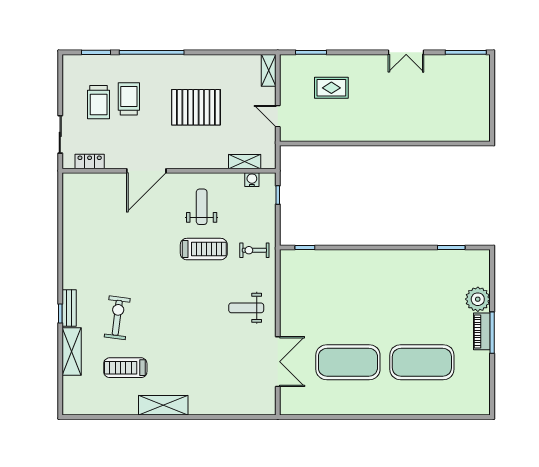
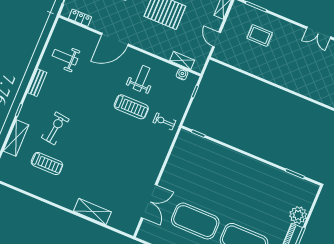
bench: (69, 308) -> (37, 83), moved
weight bench: (246, 308) -> (65, 57), moved
treadmill: (125, 368) -> (47, 163), turned 180
shelving: (163, 405) -> (92, 212), moved

